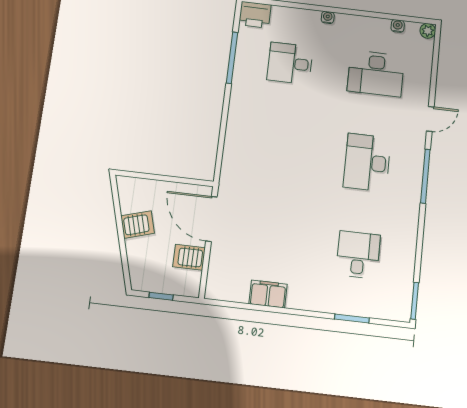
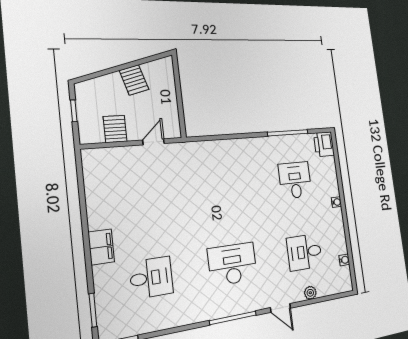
plant: (428, 31) -> (310, 293), moved
desk: (376, 74) -> (305, 252), width x0.73
door: (211, 219) -> (153, 142), width x0.53
filing cabinet: (268, 294) -> (101, 247), moved
window: (352, 319) -> (93, 310), moved

